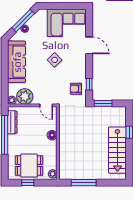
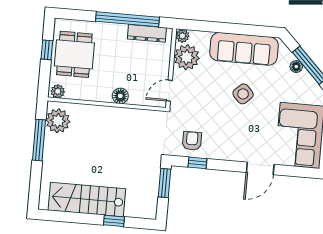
side table: (55, 60) -> (243, 94), moved
plant: (71, 172) -> (58, 121), added

